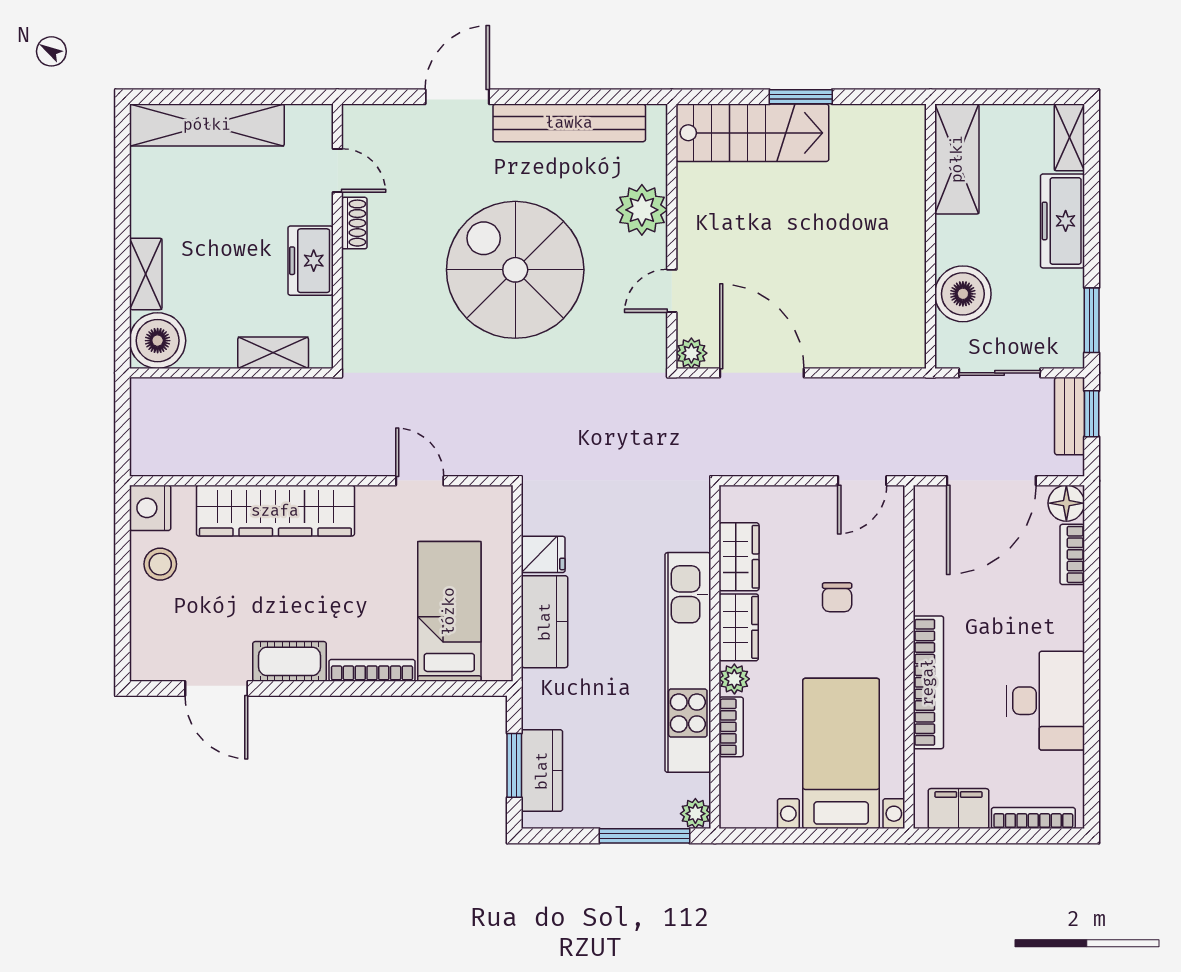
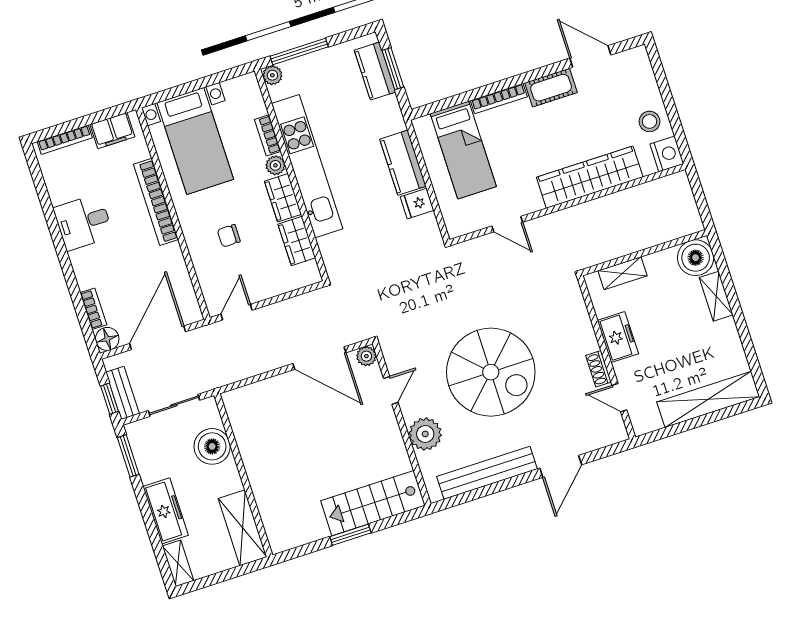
chair: (837, 597) -> (229, 236), turned -90
desk: (1046, 701) -> (83, 222), width x0.73

